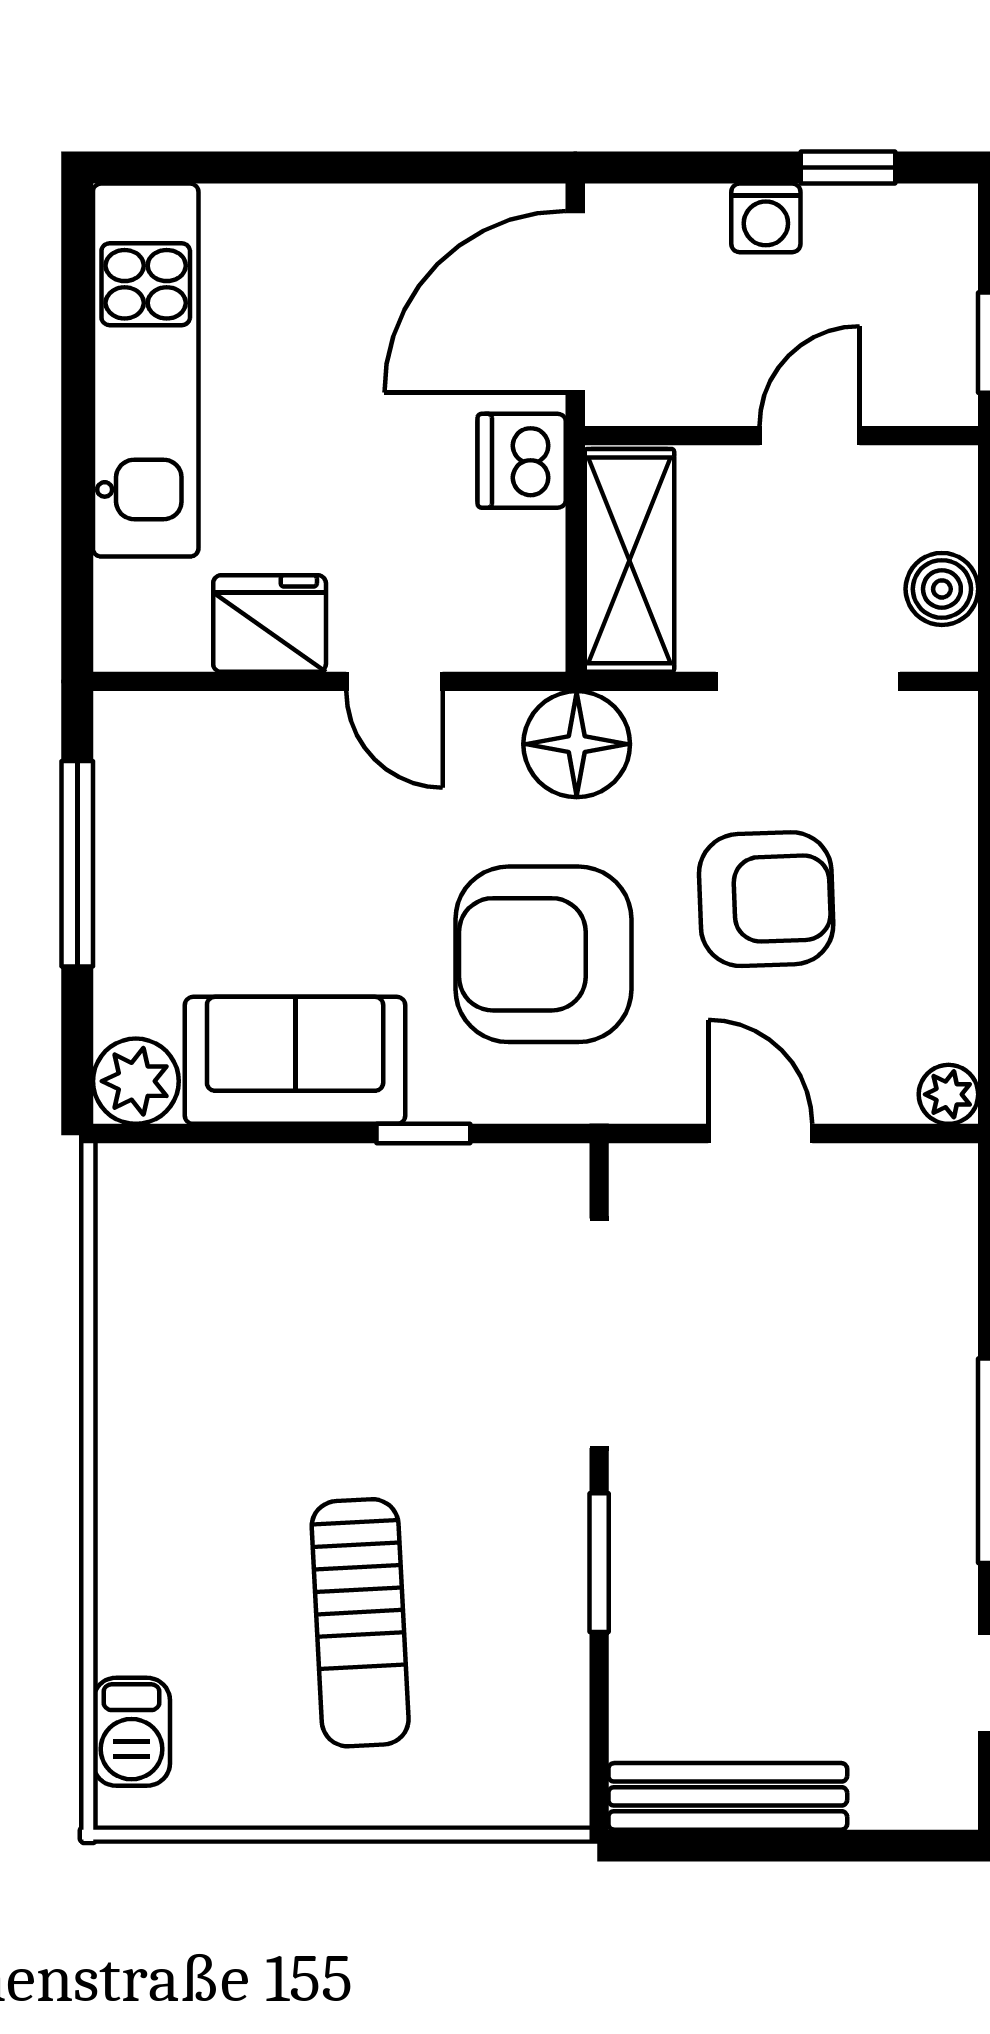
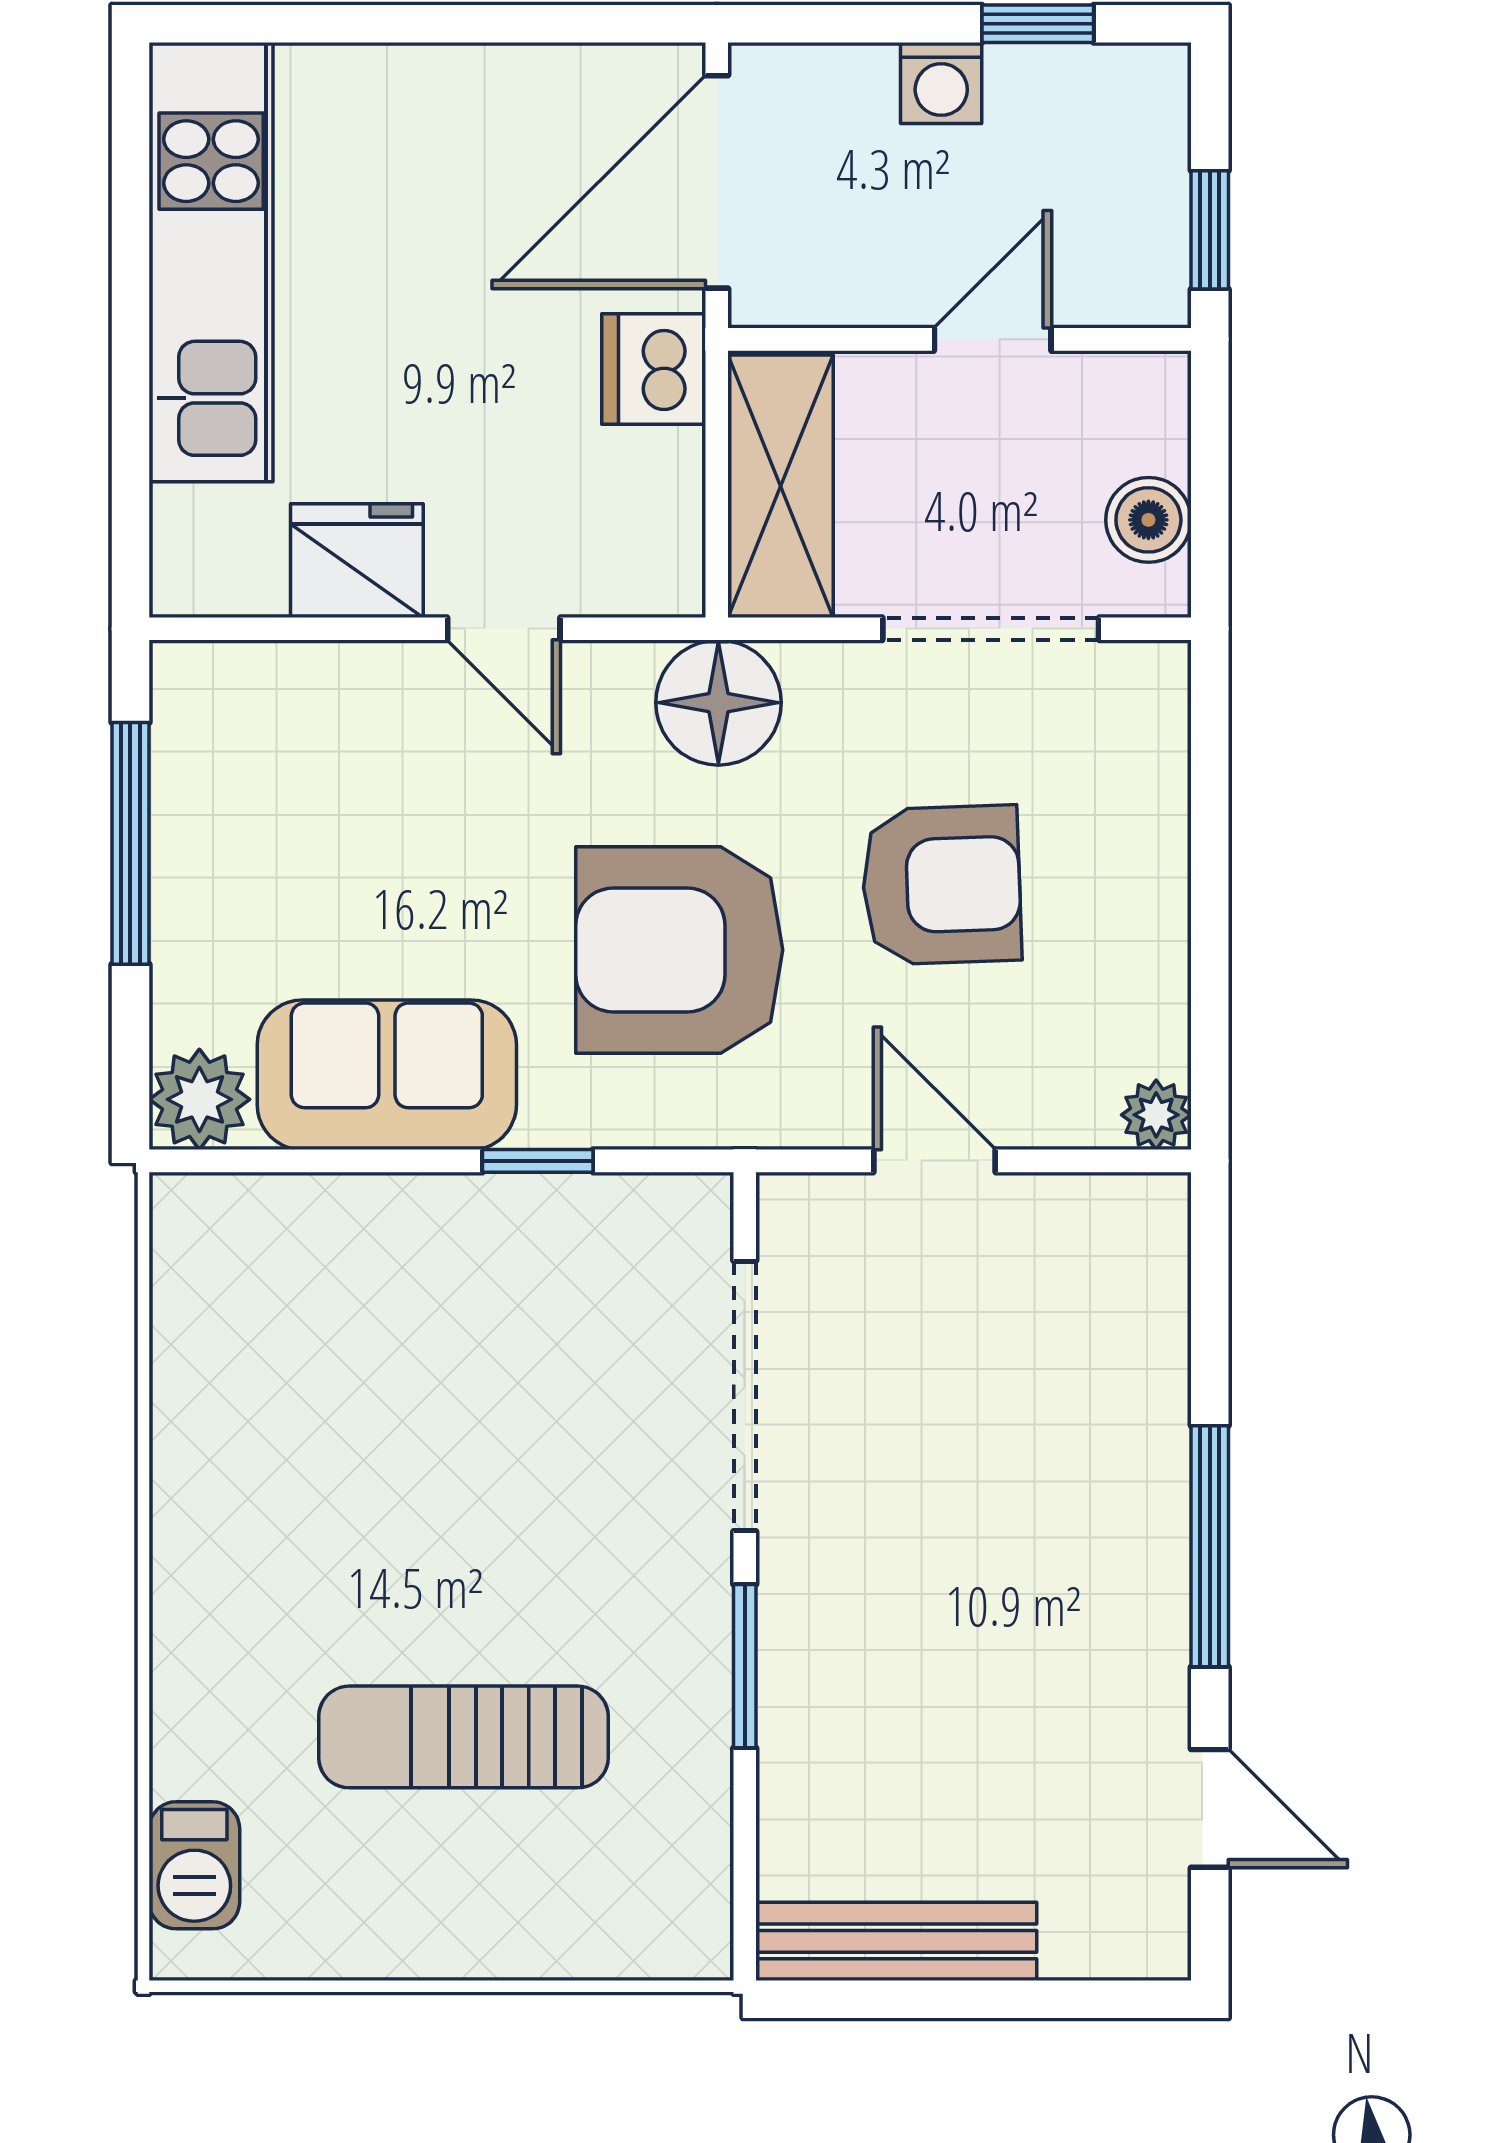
sun lounger: (360, 1623) -> (463, 1737), turned 93

